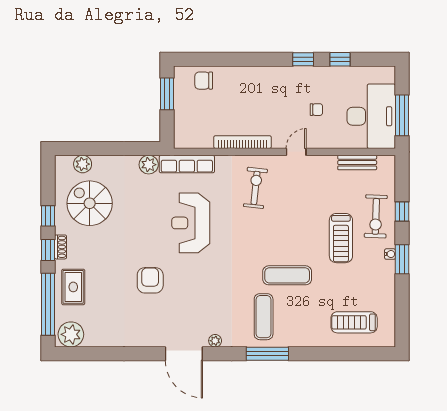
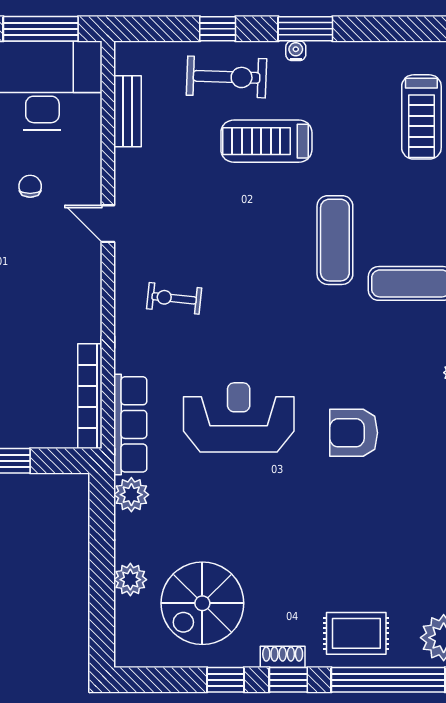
bookcase: (243, 142) -> (90, 396), moved
plant: (83, 164) -> (130, 580), moved
exercise bike: (255, 188) -> (174, 298), width x0.73, depth x0.72
reception desk: (191, 223) -> (239, 417), turned 180
treadmill: (341, 238) -> (266, 141), turned 180
armchair: (150, 280) -> (354, 433), moved

